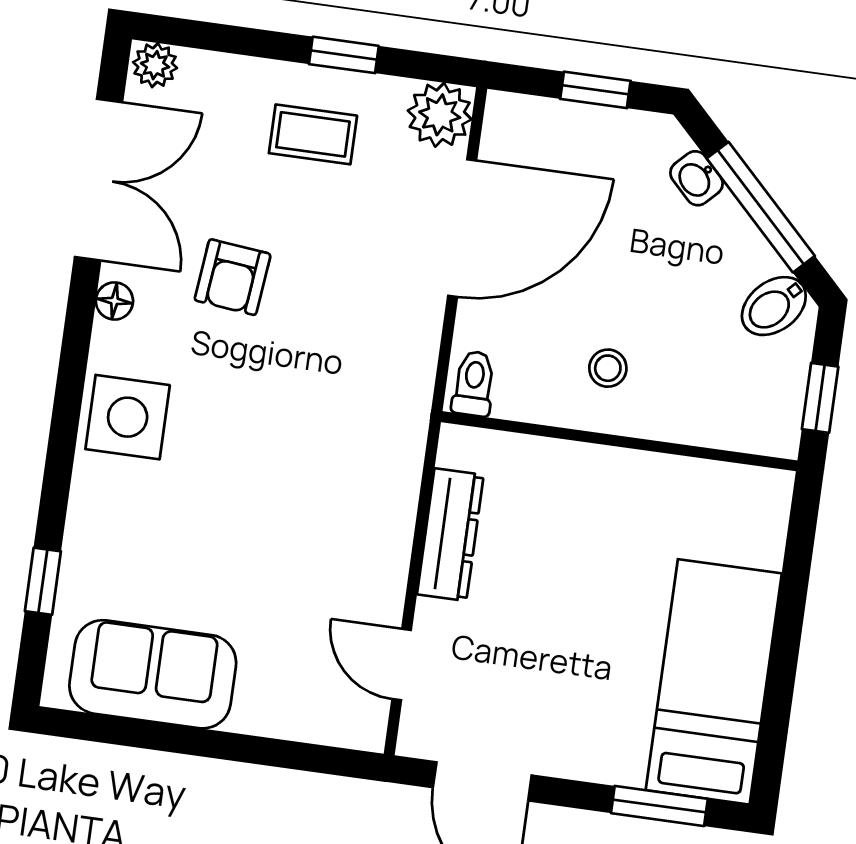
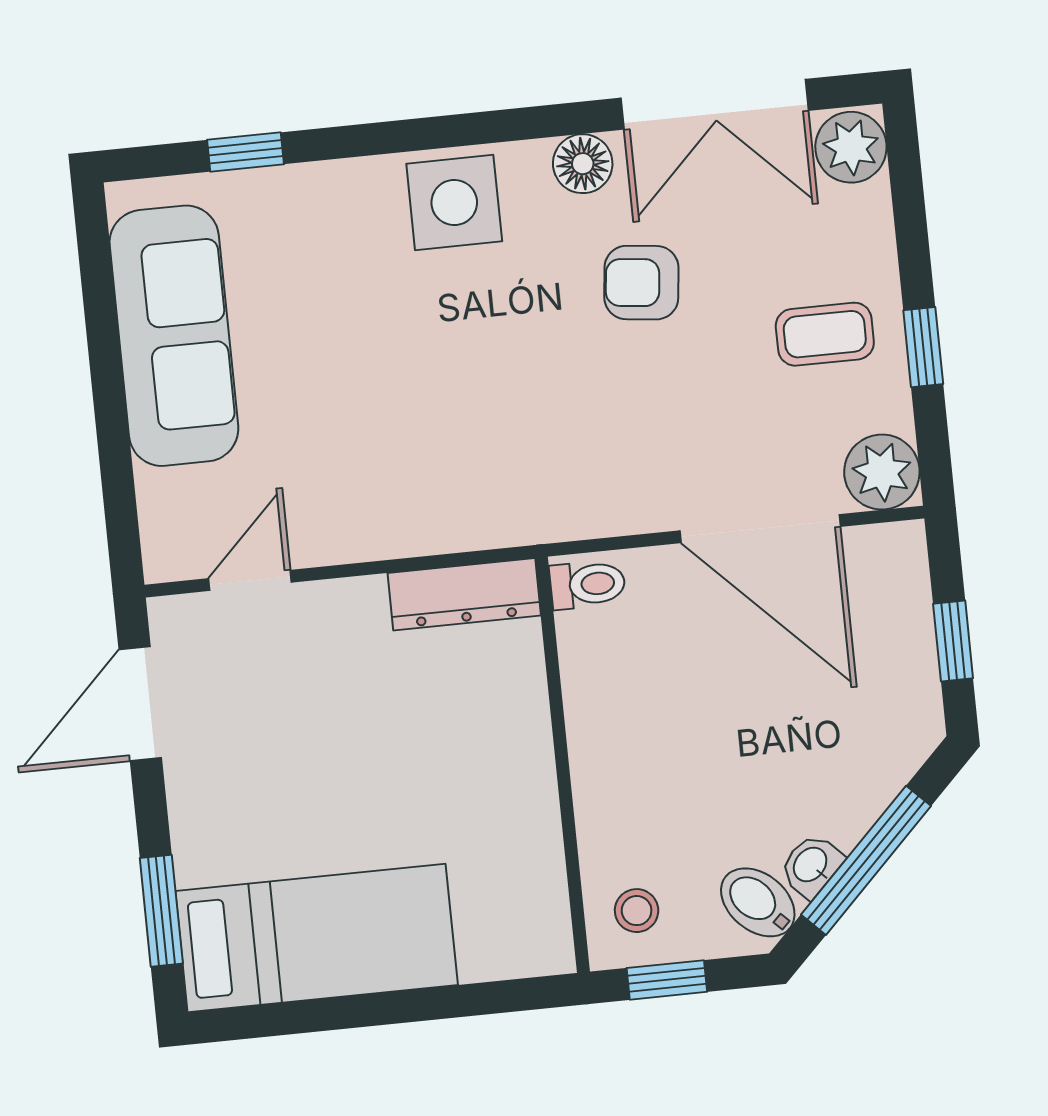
plant: (155, 65) -> (851, 147), width x1.38, depth x1.38
coffee table: (313, 134) -> (825, 334), turned 90
washbasin: (697, 178) -> (811, 865), moved
floor lamp: (114, 301) -> (583, 164), width x1.37, depth x1.37
stool: (608, 368) -> (637, 911), moved
dresser: (450, 535) -> (464, 594), moved
sofa: (153, 674) -> (174, 336), width x1.36

